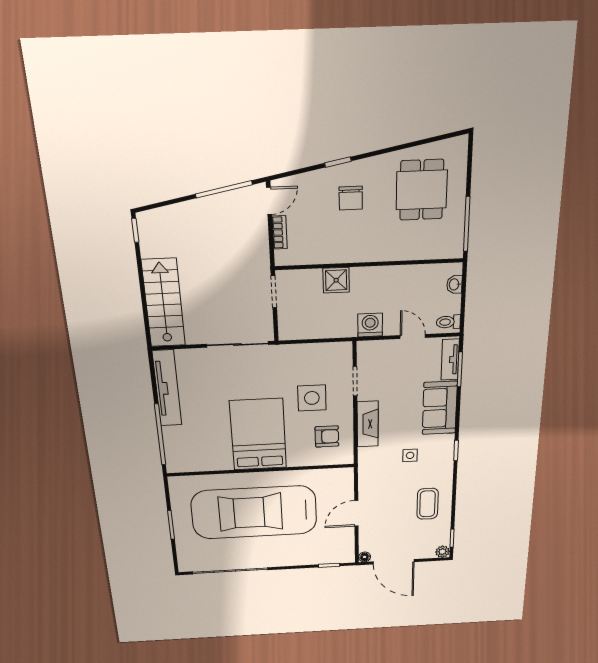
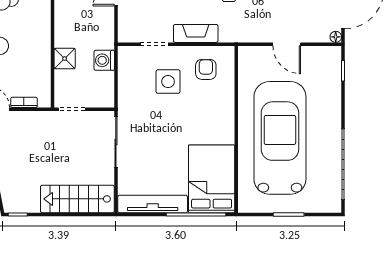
washing machine: (370, 325) -> (104, 60), moved
bed: (258, 434) -> (212, 179), moved, turned 90
car: (254, 512) -> (280, 138), turned 180

